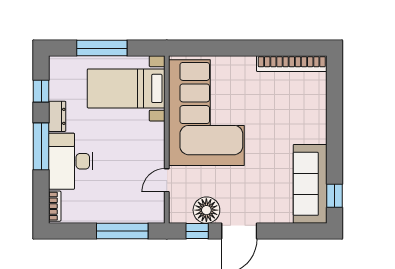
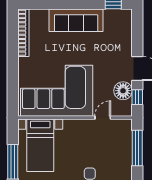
door: (167, 180) -> (103, 118), swing flipped
sofa: (310, 184) -> (76, 20), moved

